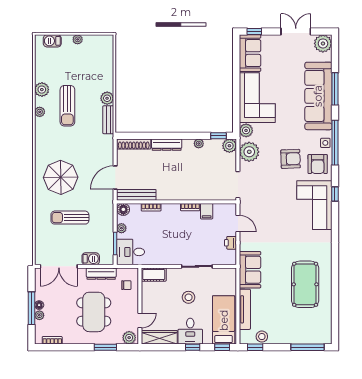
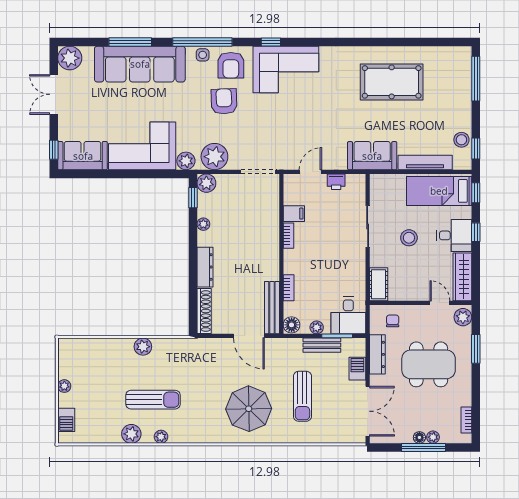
bench: (108, 120) -> (322, 345), moved
armchair: (318, 164) -> (231, 65), turned 90

